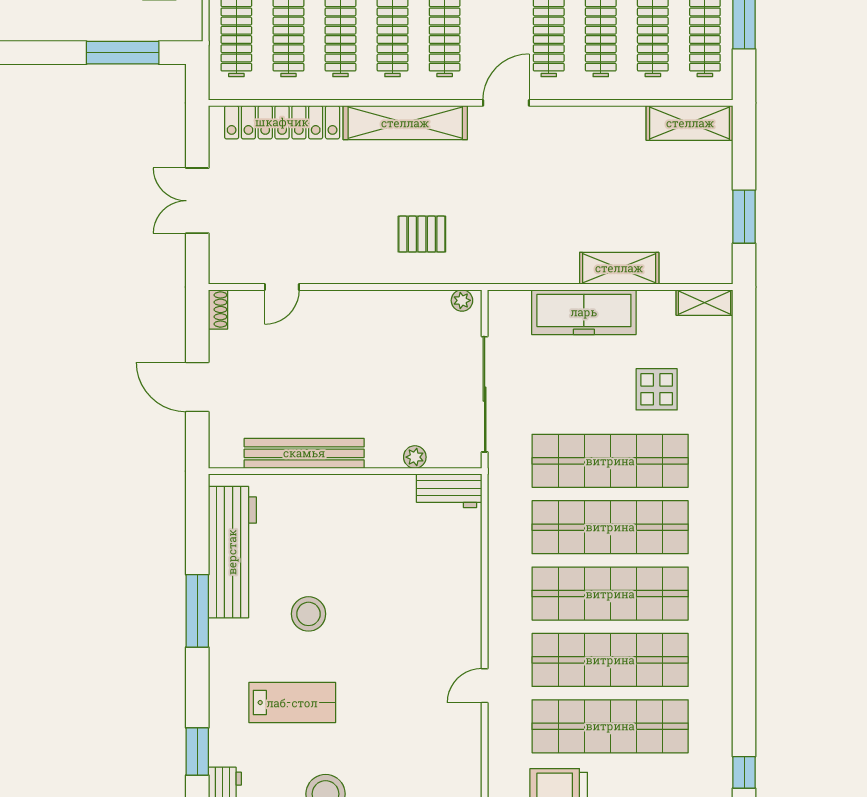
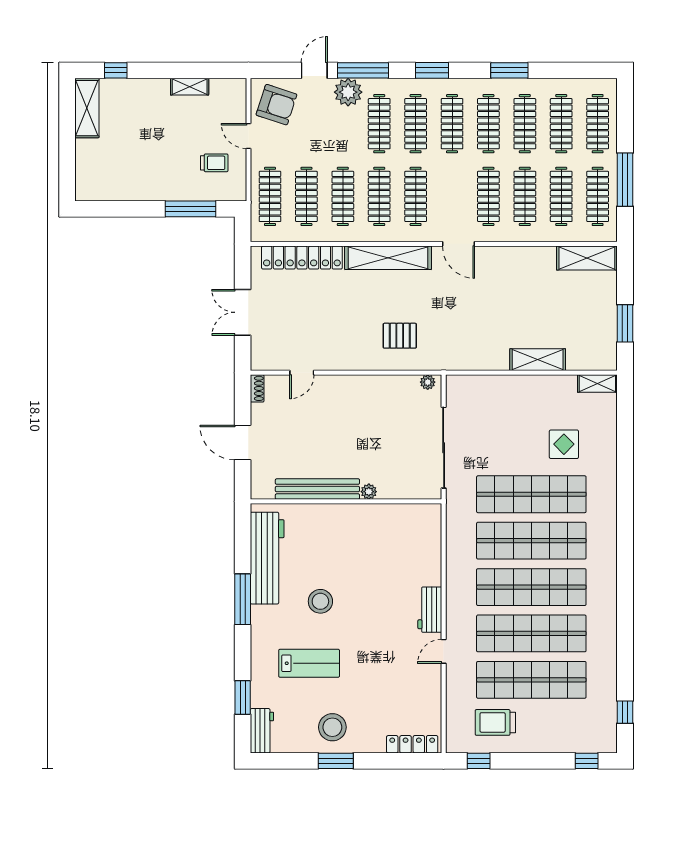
door: (506, 103) -> (459, 244), swing flipped
freezer: (584, 312) -> (513, 390), removed
plant: (415, 457) -> (369, 492), moved
workbench: (449, 491) -> (430, 610), moved, turned 90

